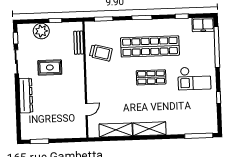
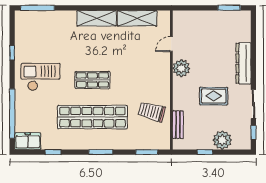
plant: (77, 90) -> (181, 68), added

